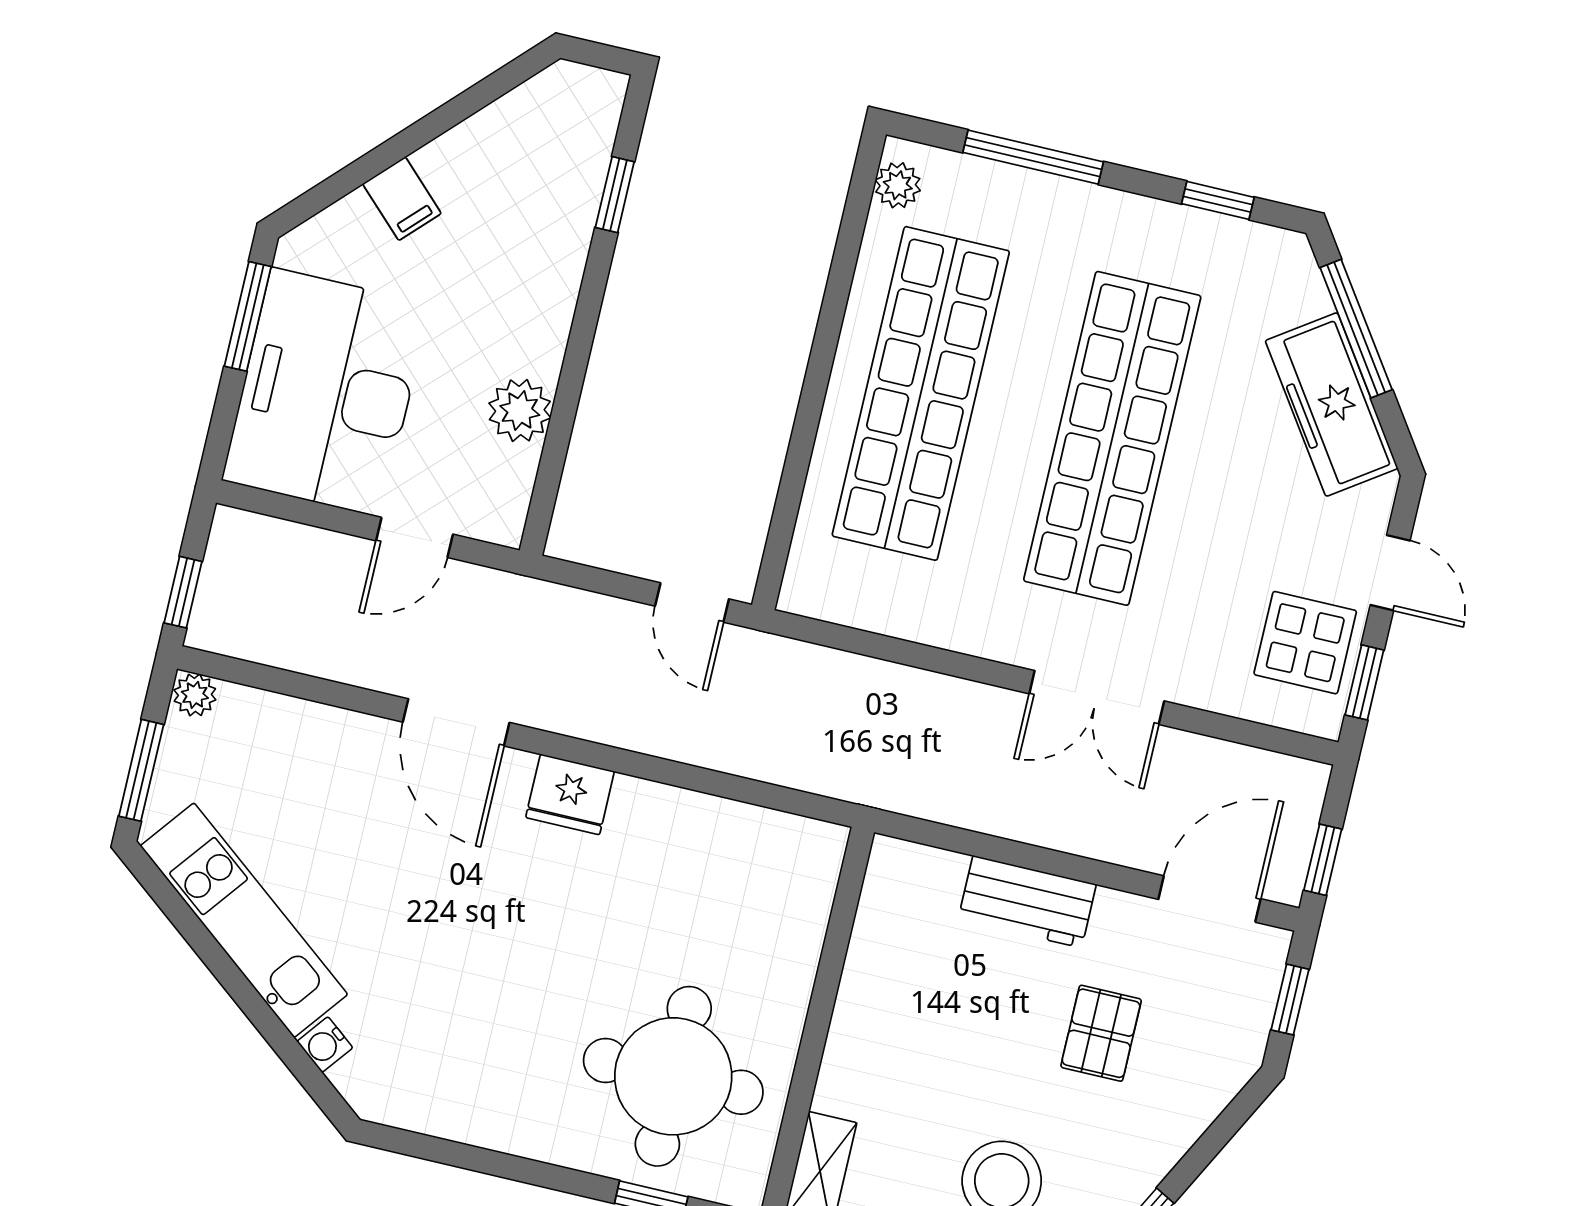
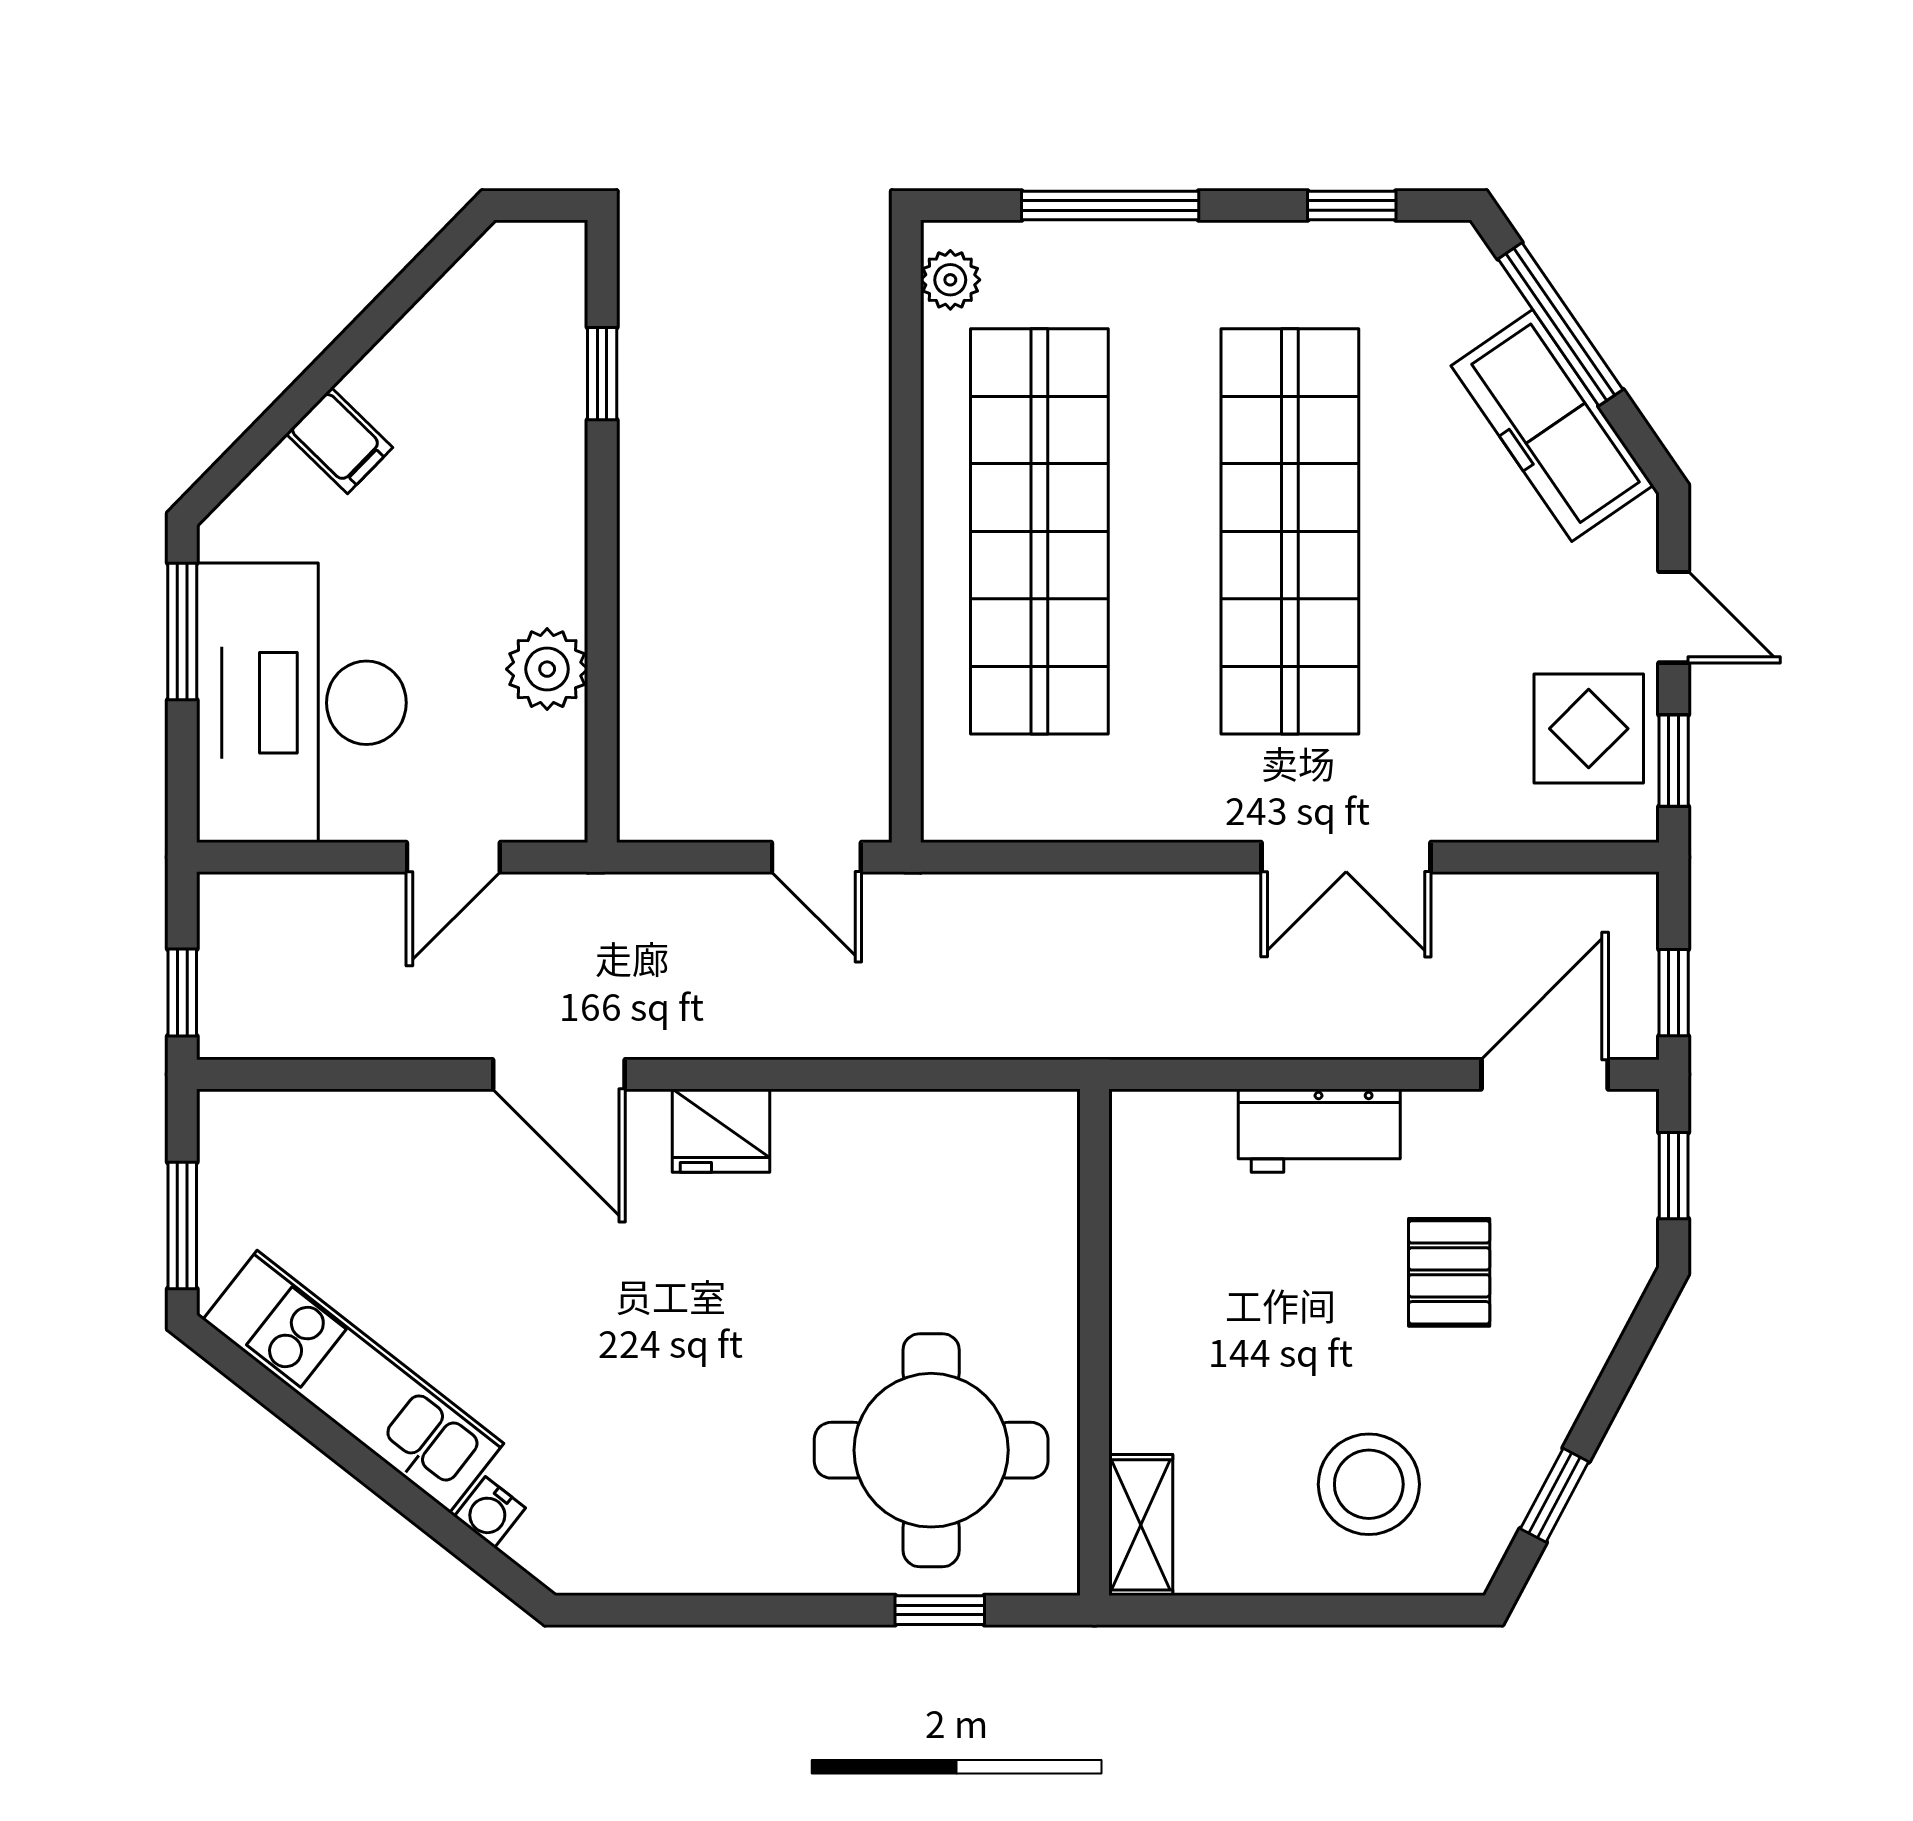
plant: (195, 695) -> (227, 1116), removed

